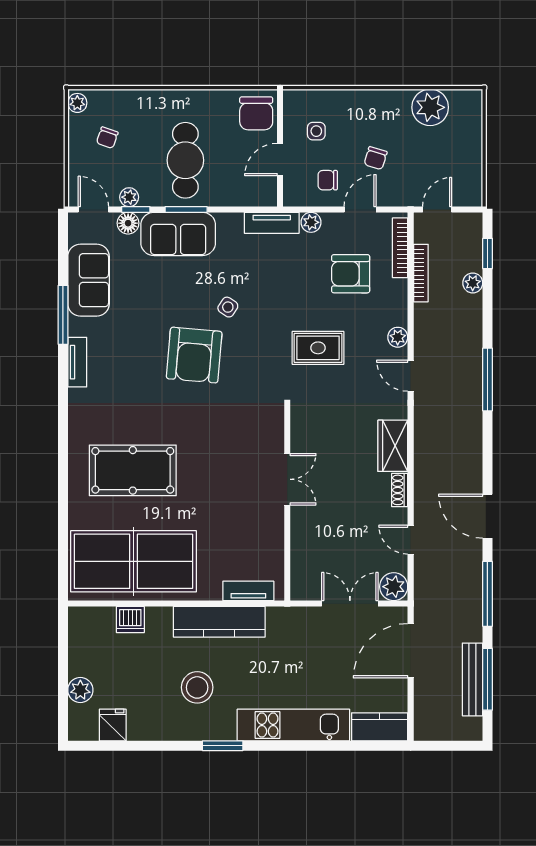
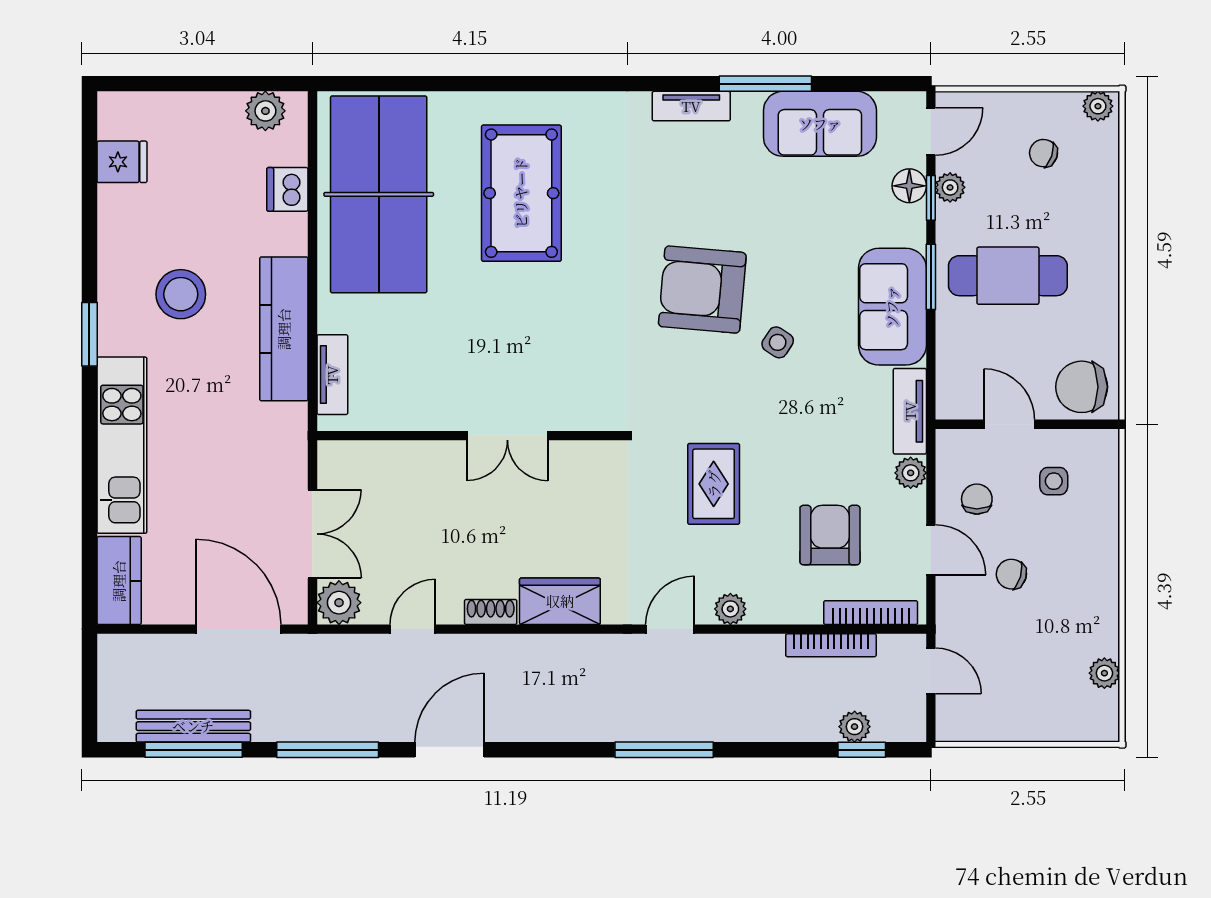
plant: (430, 107) -> (1104, 673), width x0.53, depth x0.53
sofa: (178, 234) -> (892, 307), moved
plant: (473, 283) -> (855, 727), moved
plant: (80, 690) -> (265, 111), moved

